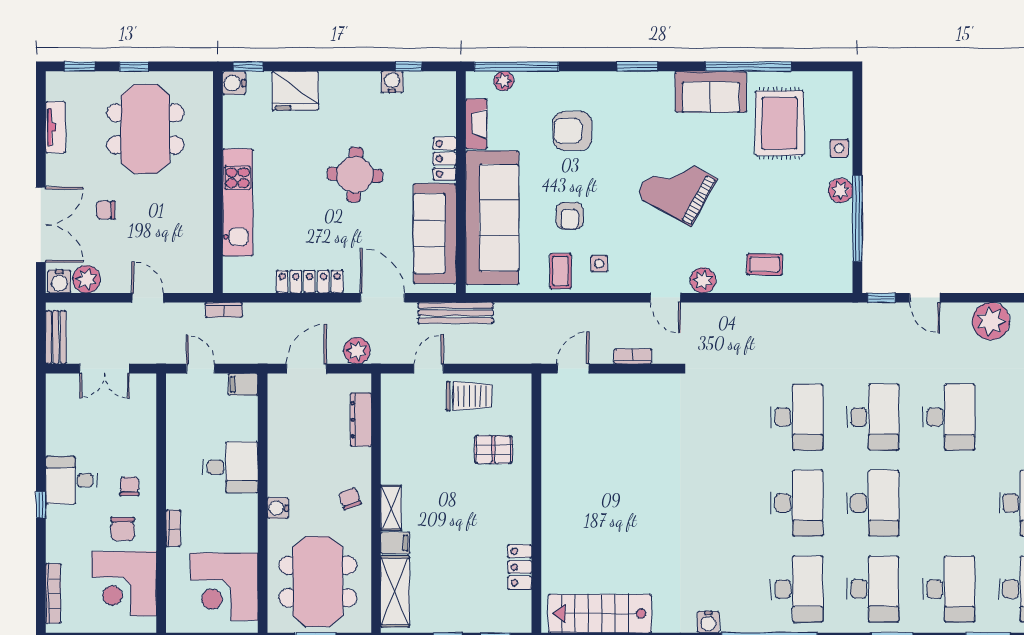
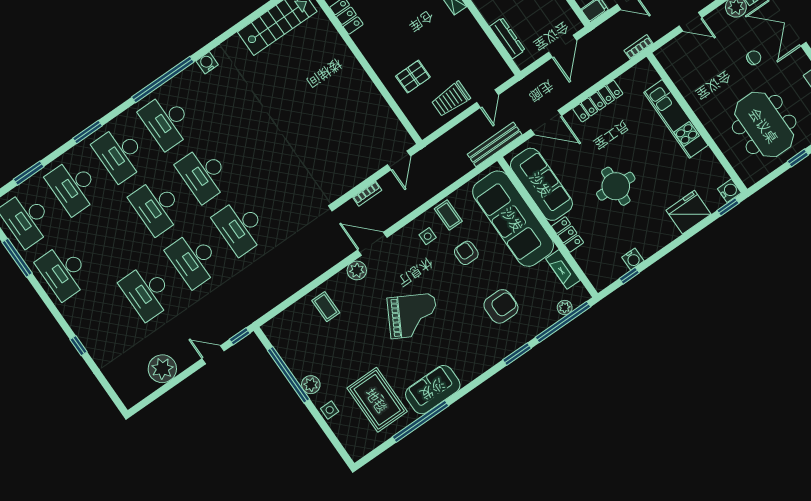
window: (637, 66) -> (517, 354), moved
coffee table: (765, 264) -> (326, 307), turned 90
door: (665, 298) -> (372, 244), width x1.38
plant: (357, 351) -> (539, 79), removed

